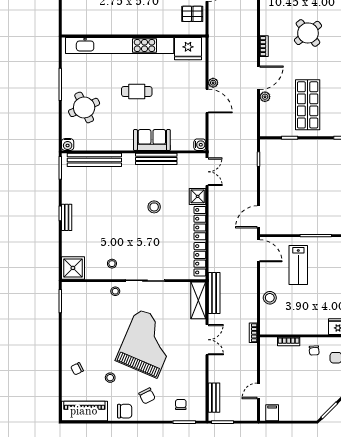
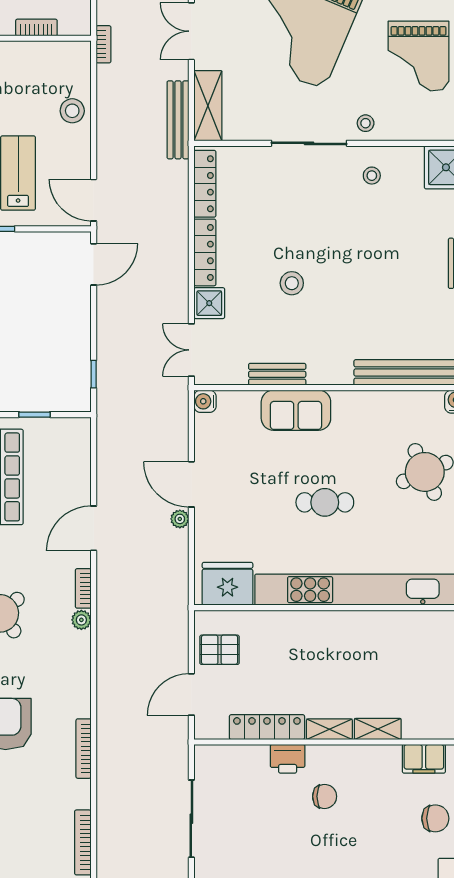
plant: (265, 97) -> (81, 620), moved
bench: (156, 159) -> (277, 374), width x0.73
grand piano: (87, 327) -> (419, 56), added

